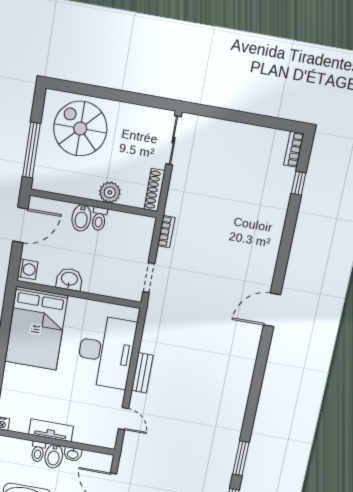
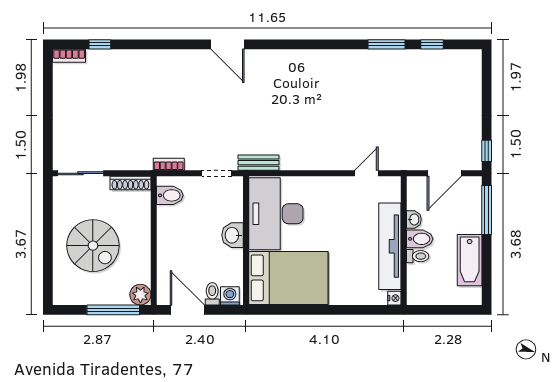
spiral stairs: (80, 129) -> (93, 246), moved, turned -90
plant: (110, 192) -> (140, 295), moved
bidet: (81, 218) -> (170, 195), moved
toilet: (99, 219) -> (212, 294), moved, turned -90
washbasin: (69, 279) -> (233, 235), moved
desk: (106, 352) -> (276, 214), moved, turned -90
bench: (142, 373) -> (259, 163), moved
tv unit: (51, 430) -> (390, 246), width x1.92, depth x1.29

